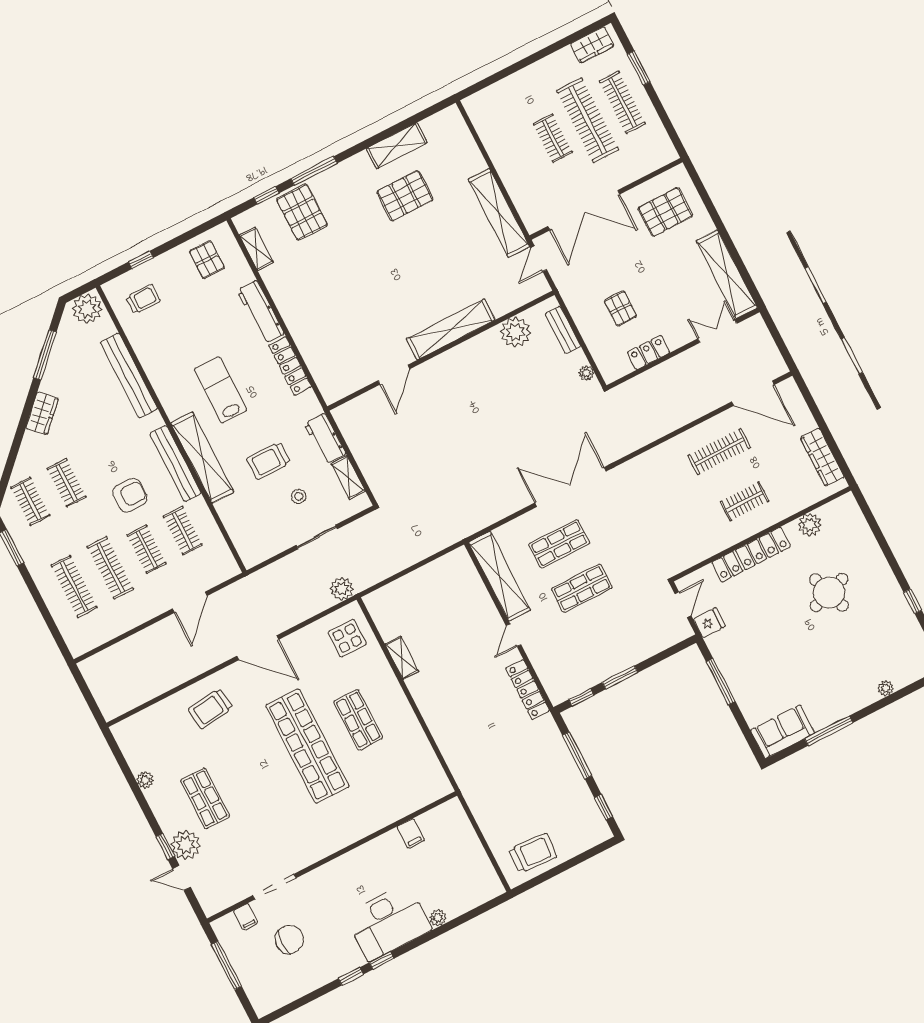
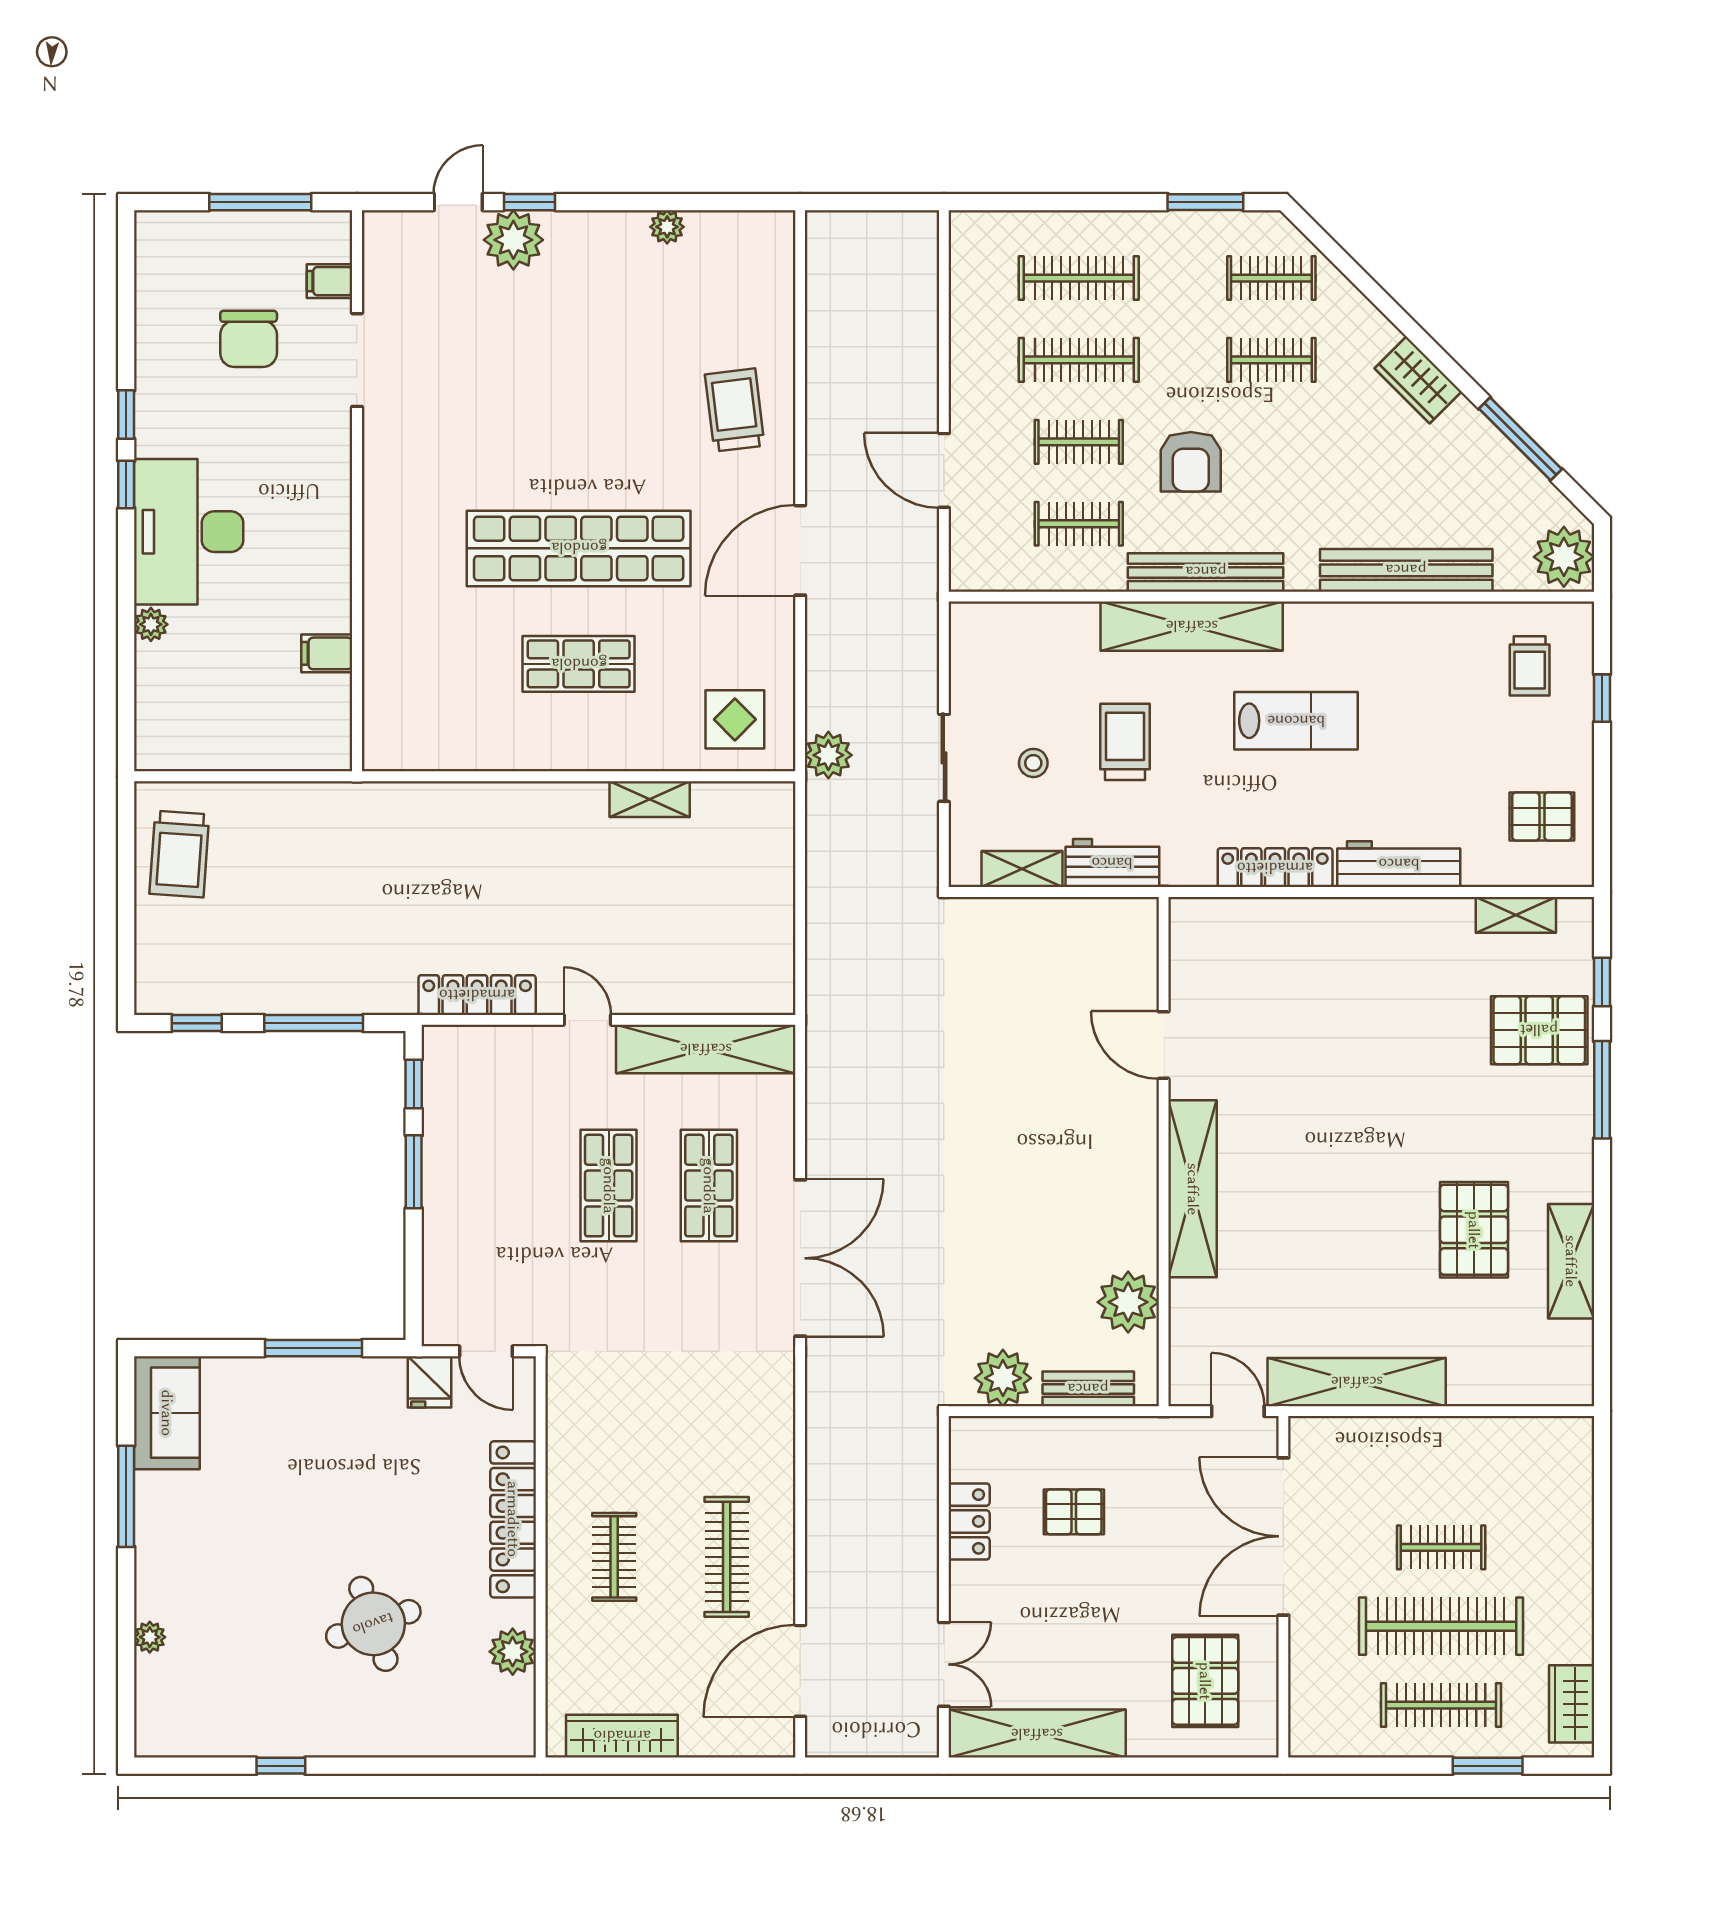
plant: (586, 373) -> (1003, 1378), width x1.88, depth x1.88
shop shelf: (205, 798) -> (579, 318), removed

